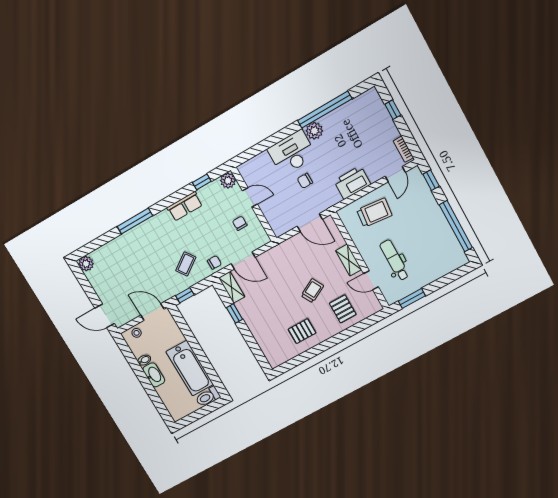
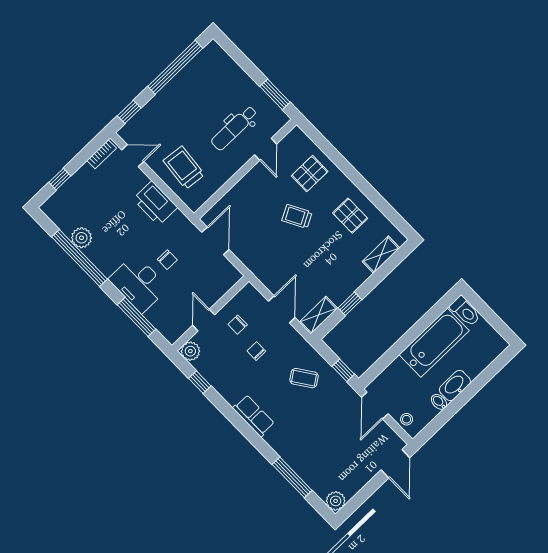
plant: (314, 131) -> (82, 238), moved
window: (266, 144) -> (137, 317), added
row of seats: (185, 206) -> (254, 416), moved
window: (135, 221) -> (292, 477), moved
shelving: (349, 260) -> (381, 255), moved
chair: (214, 262) -> (256, 351), moved

